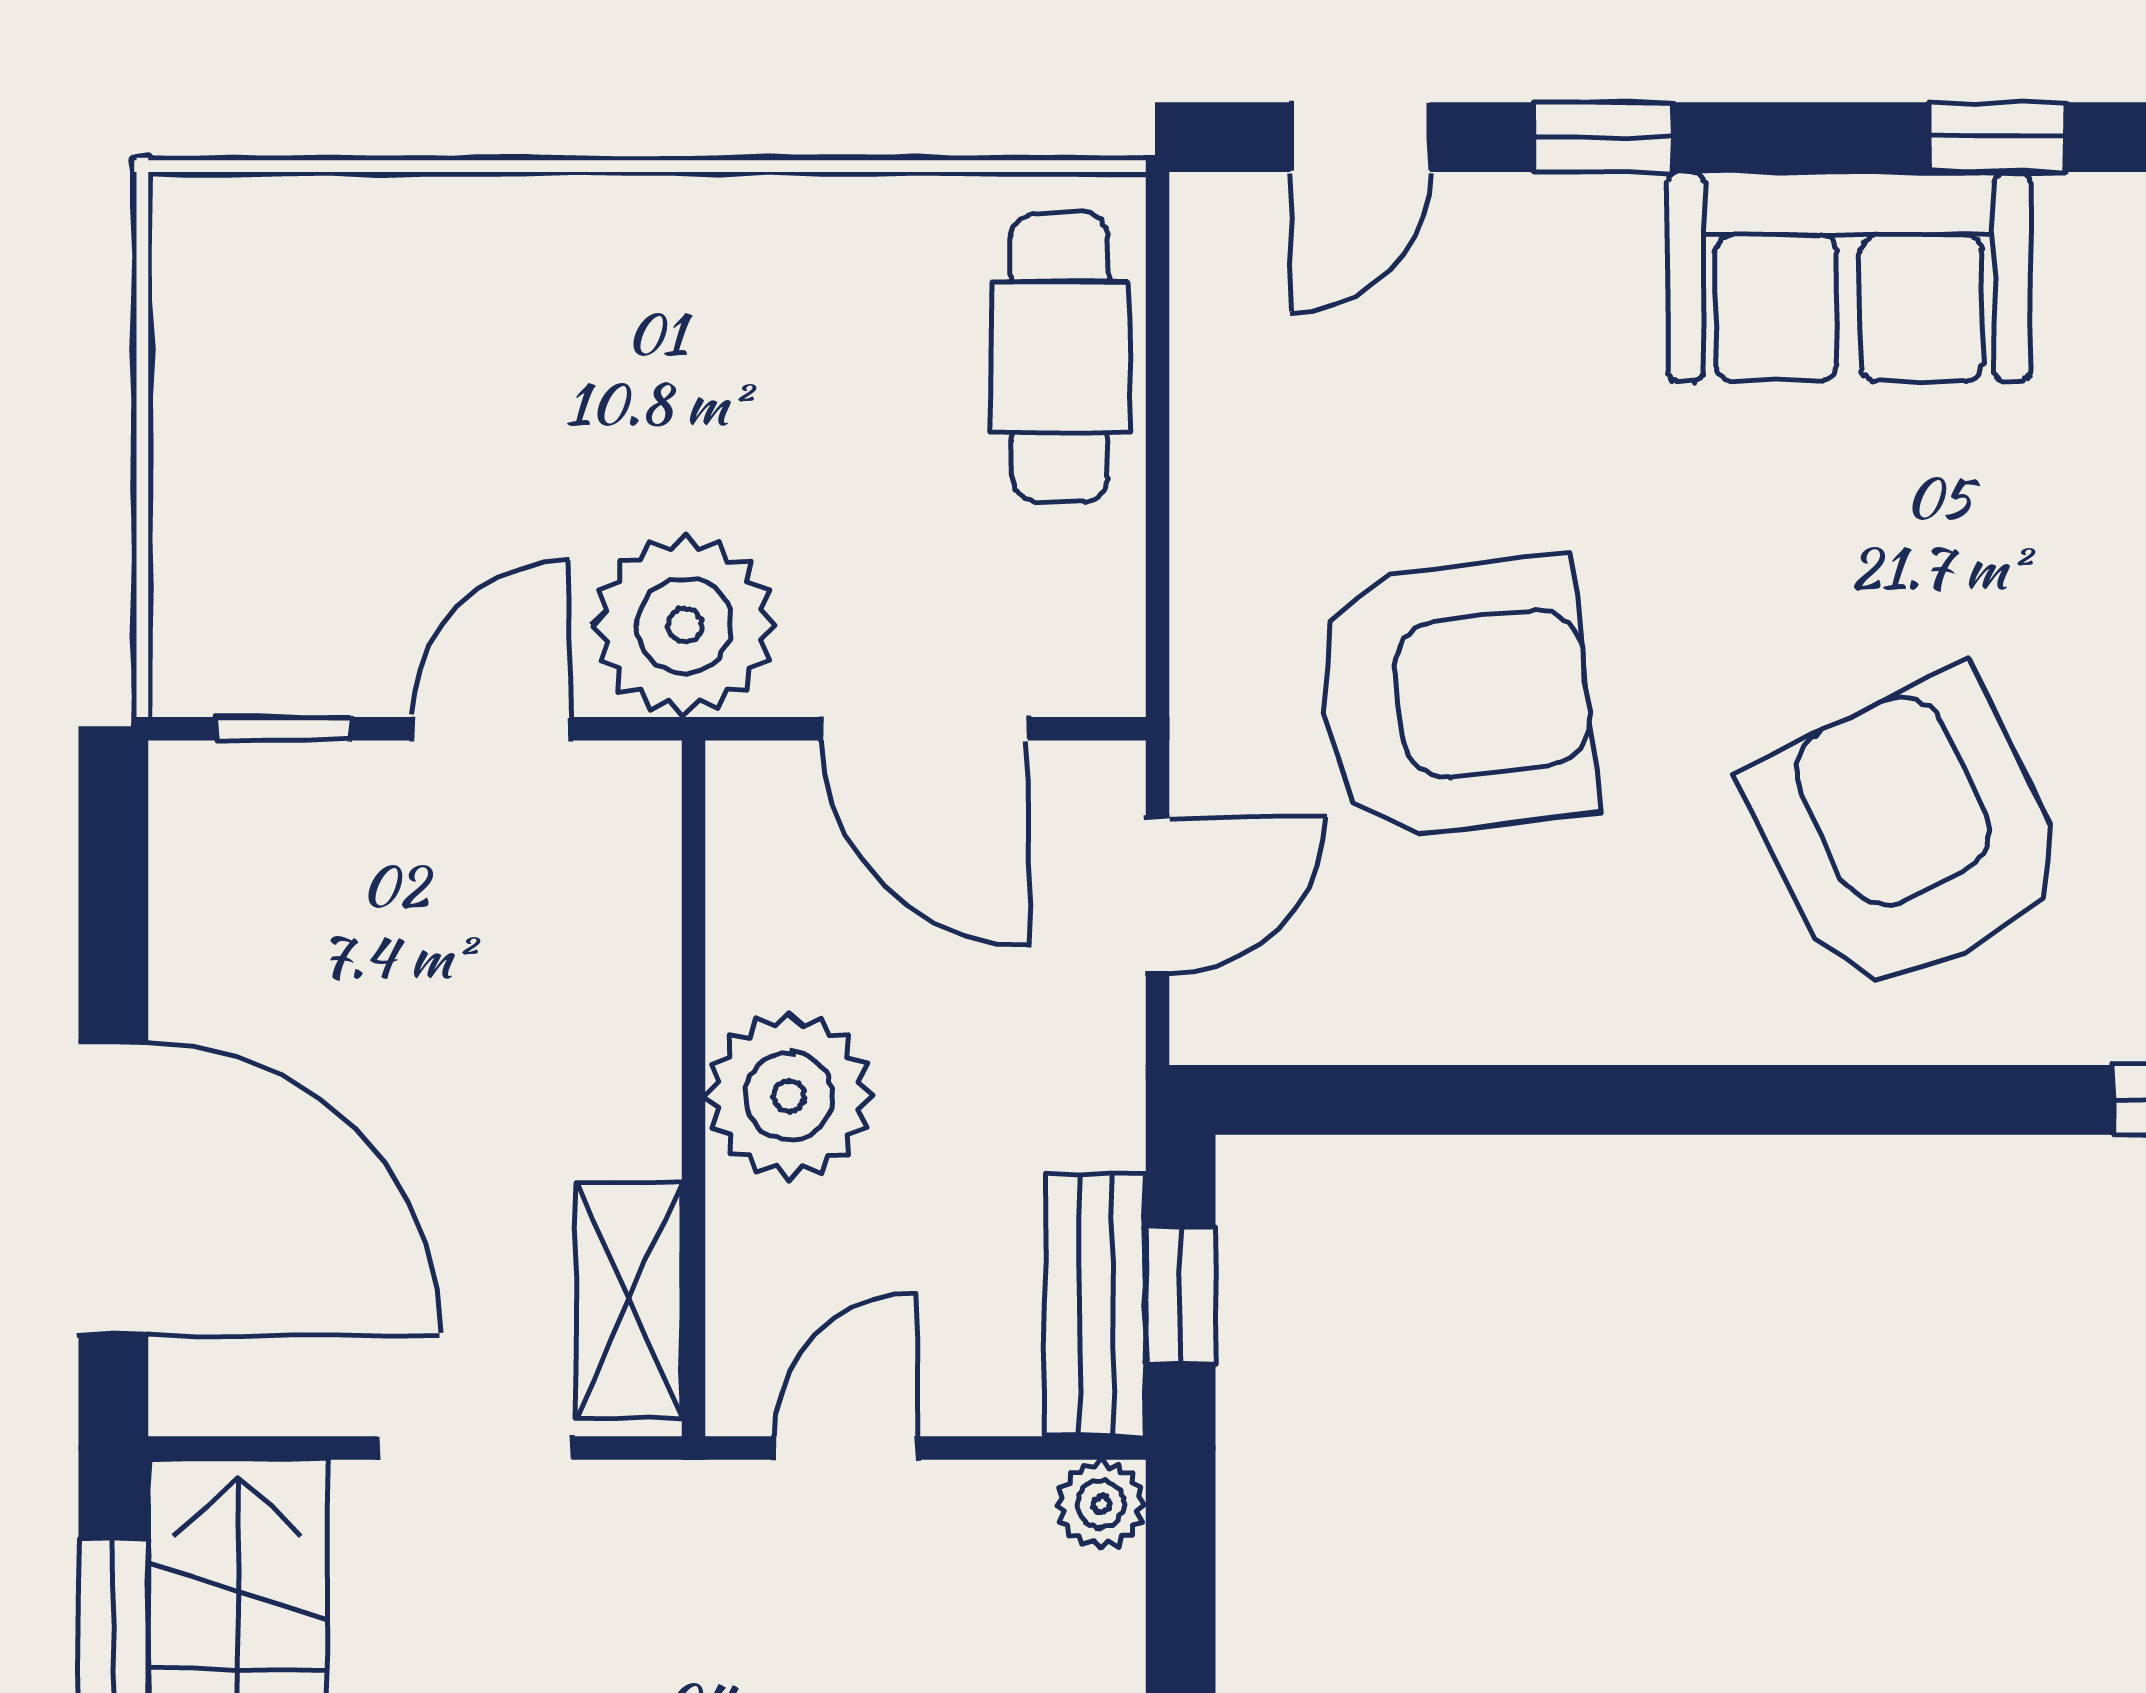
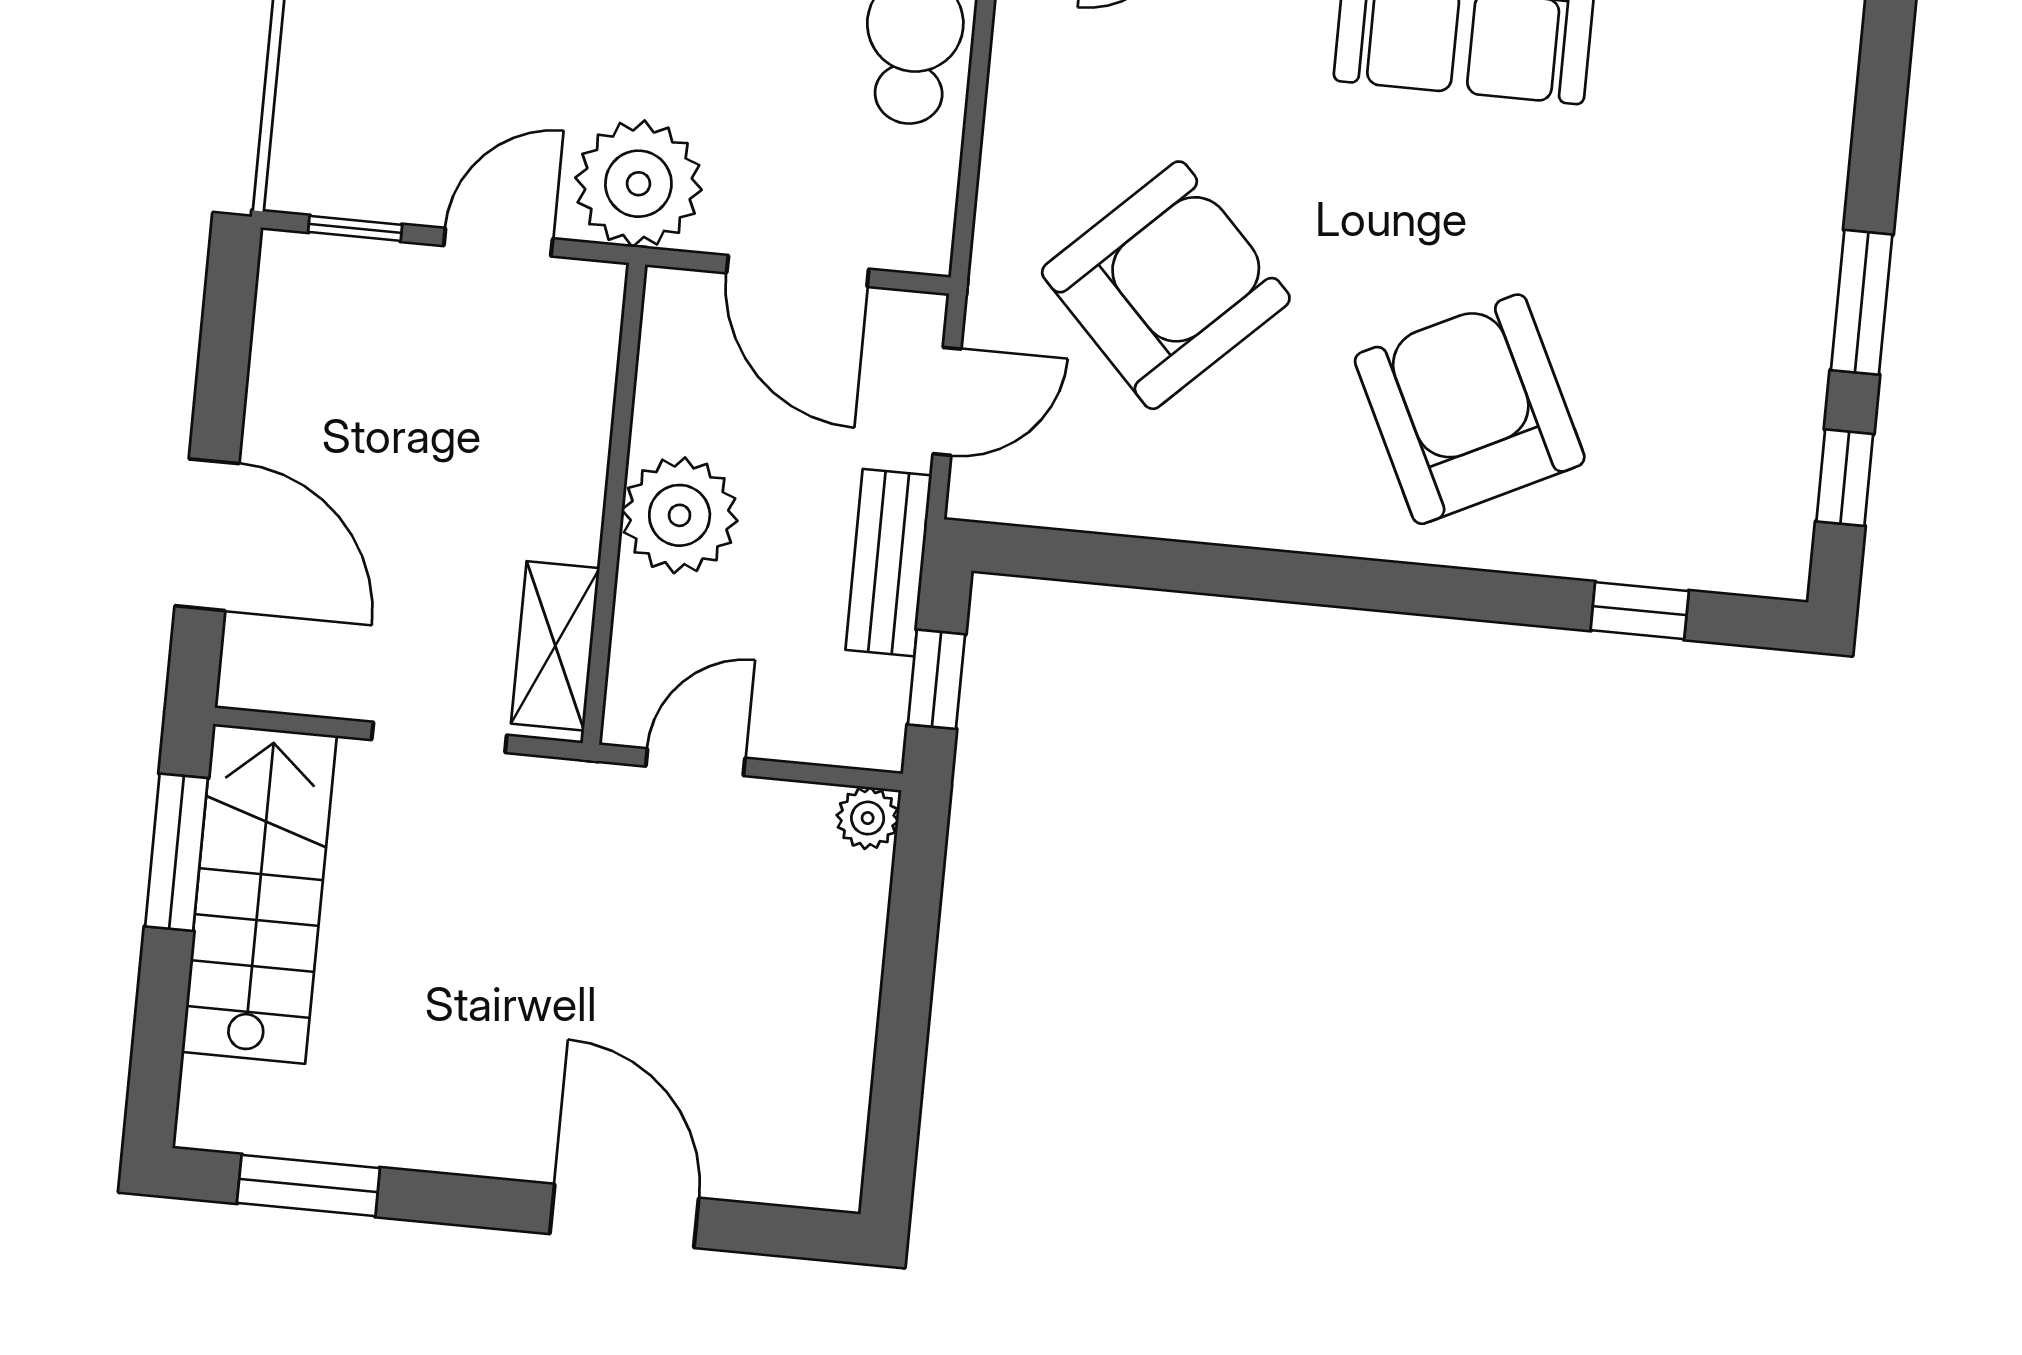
armchair: (1455, 698) -> (1166, 285), turned -37
door: (113, 1189) -> (207, 535), width x0.73
bench: (1096, 1305) -> (889, 563), moved

